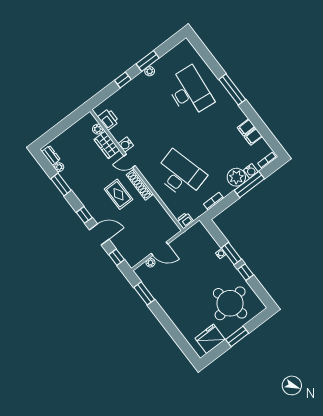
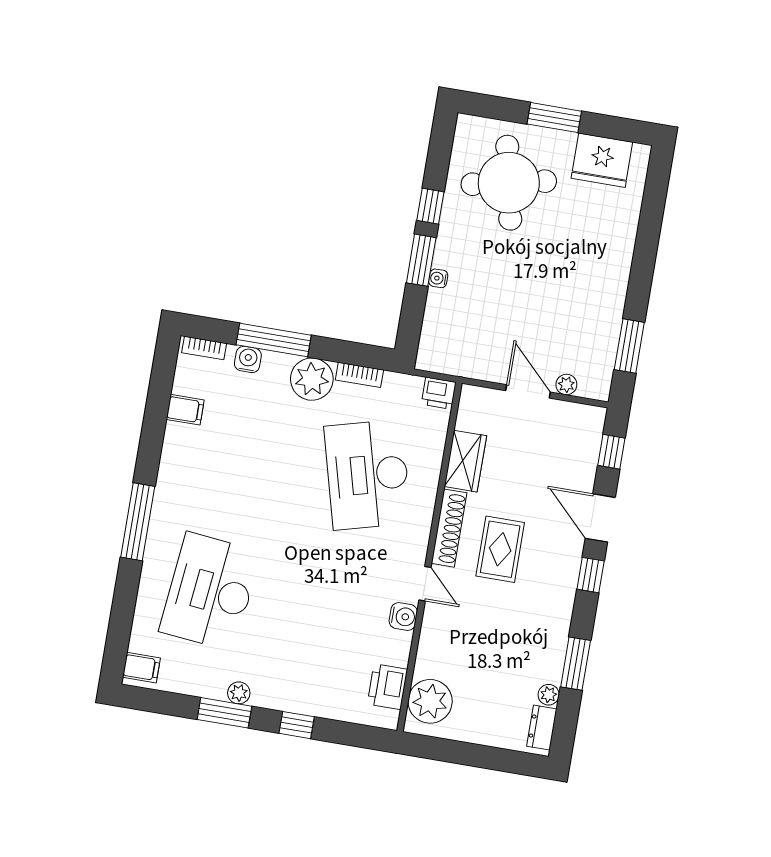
filing cabinet: (246, 127) -> (141, 668), moved
plant: (98, 129) -> (430, 701), width x1.88, depth x1.88
wardrobe: (107, 145) -> (465, 461), moved
plant: (236, 177) -> (312, 379), moved

